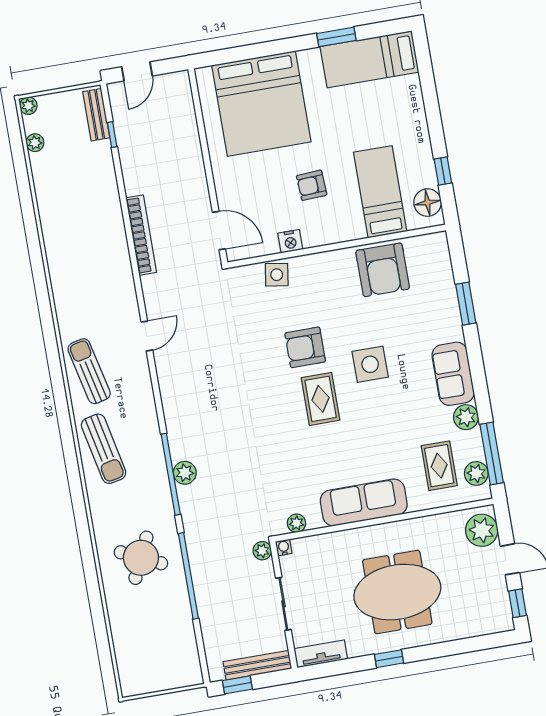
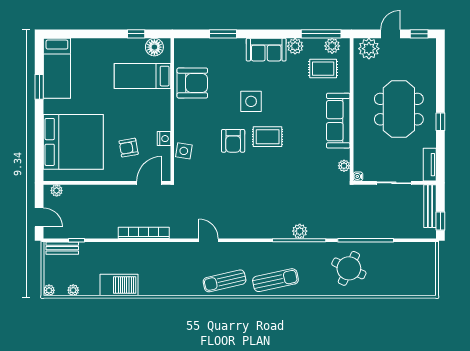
armchair: (312, 185) -> (129, 148), moved, turned 83
barbecue: (55, 211) -> (119, 285), added
plant: (262, 551) -> (57, 190), moved

